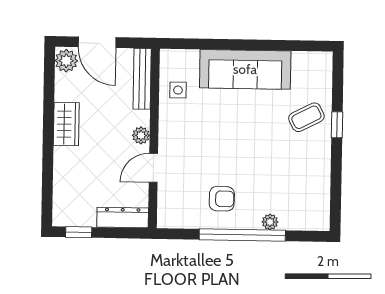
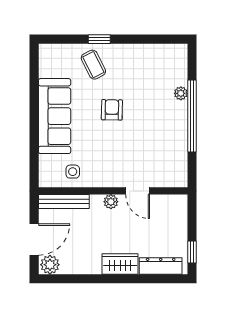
wardrobe: (66, 124) -> (120, 264), moved
armchair: (222, 199) -> (112, 110), moved
dresser: (123, 218) -> (161, 266), moved, turned 90

